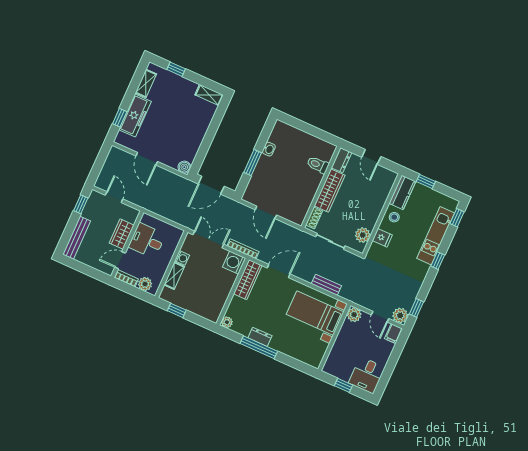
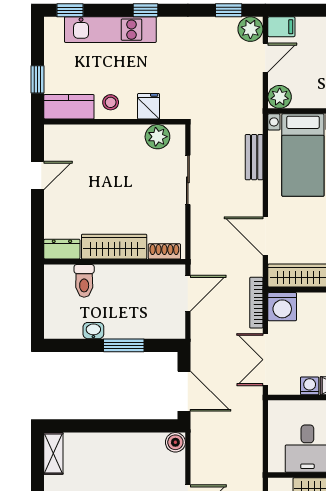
dresser: (342, 160) -> (62, 249), moved
toilet: (318, 165) -> (84, 281), moved
wall: (321, 187) -> (115, 262), moved
wardrobe: (330, 191) -> (114, 247), moved
shoe rack: (314, 218) -> (164, 251), moved

